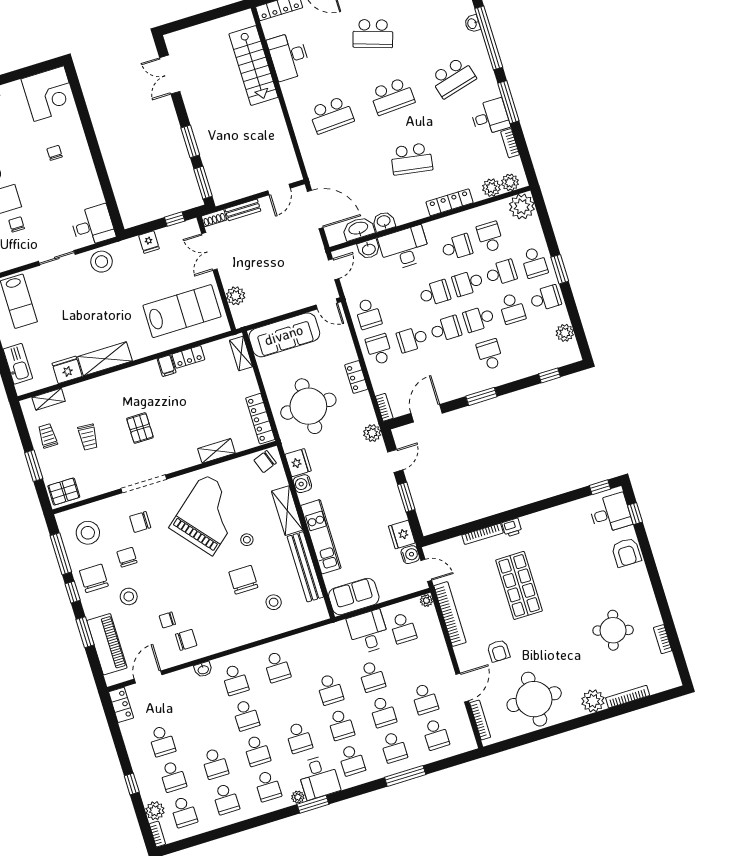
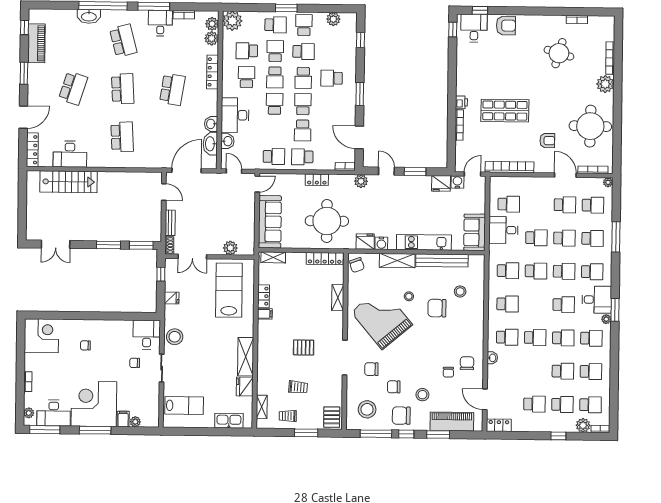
washbasin: (472, 24) -> (89, 16), width x1.91, depth x1.45
chair: (17, 224) -> (135, 363), moved
chair: (140, 522) -> (371, 369), turned 90
plant: (426, 601) -> (608, 182), moved
school desk: (319, 654) -> (508, 271), added

